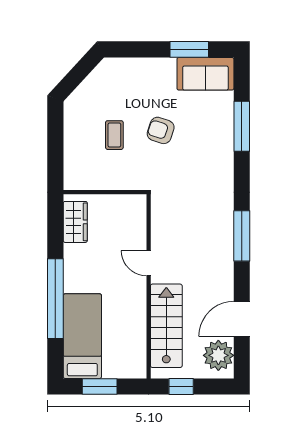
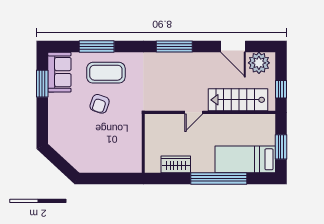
coffee table: (114, 135) -> (106, 73), moved, width x1.86, depth x1.72
wardrobe: (75, 222) -> (176, 164), moved

